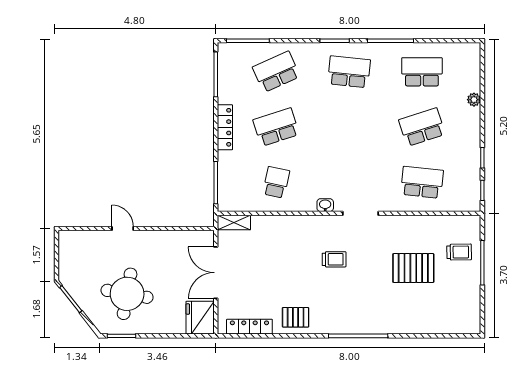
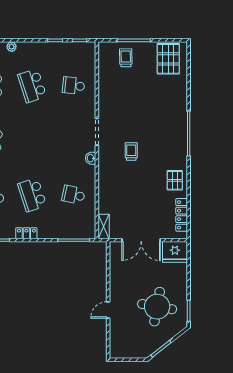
locker: (225, 127) -> (26, 233), width x0.66
school desk: (422, 182) -> (74, 86), width x0.54
pallet: (413, 268) -> (168, 59), moved

